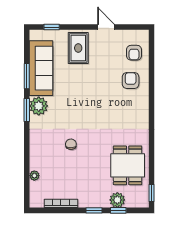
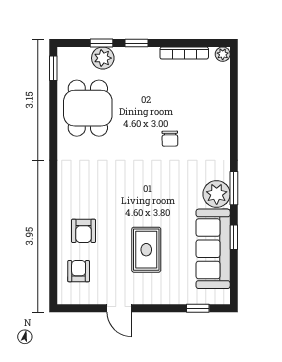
rug: (78, 48) -> (146, 250), moved
window: (27, 76) -> (234, 237), width x0.67
plant: (34, 176) -> (223, 54), moved

